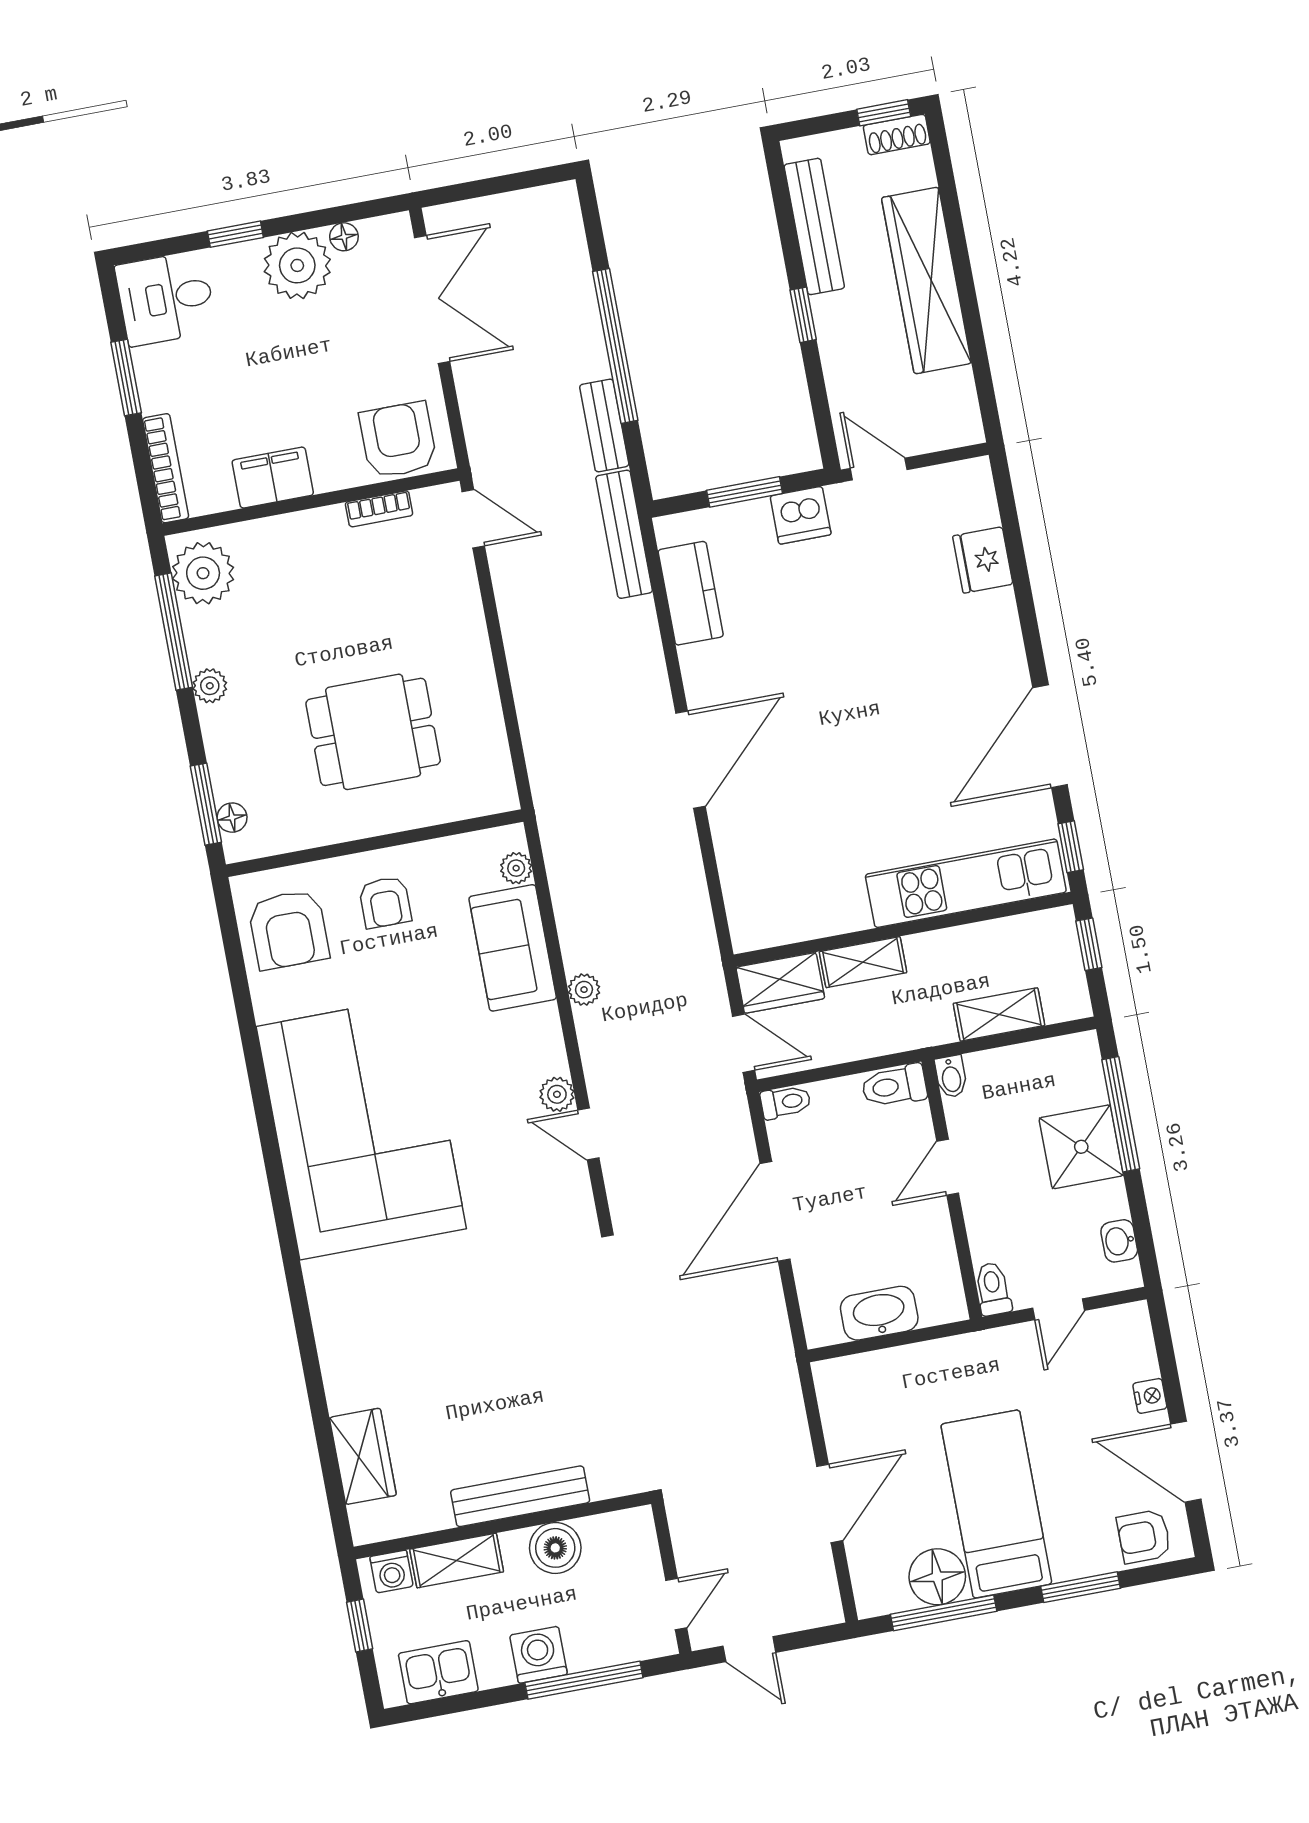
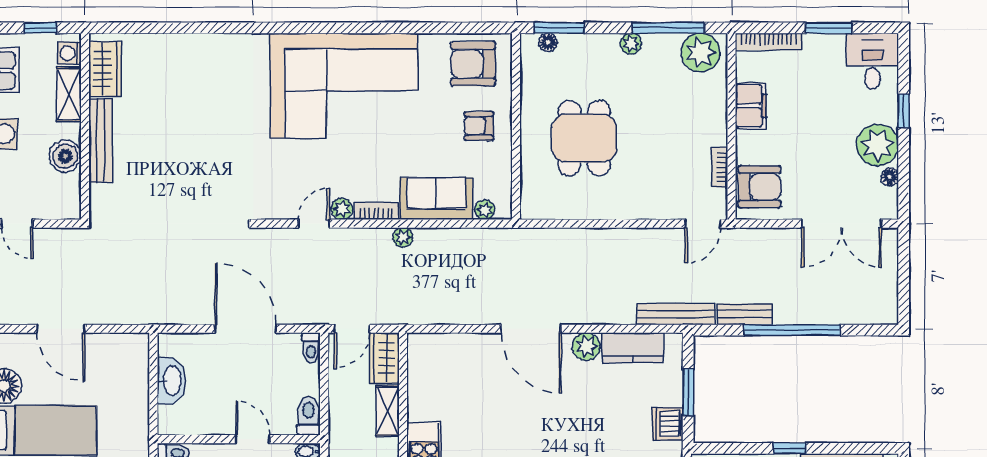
plant: (702, 667) -> (586, 347), added
bookcase: (550, 1039) -> (376, 211), added
wardrobe: (363, 1456) -> (105, 69), moved, turned -90

